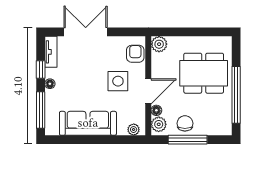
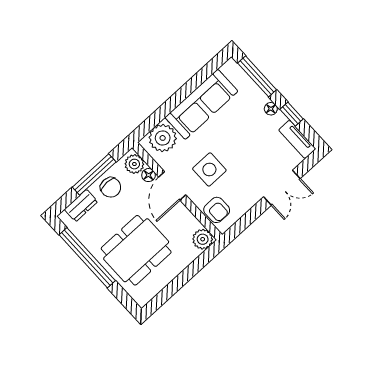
double door: (86, 32) -> (282, 188), width x0.73
dresser: (212, 129) -> (81, 206), added
plant: (134, 130) -> (163, 138), width x1.87, depth x1.87

